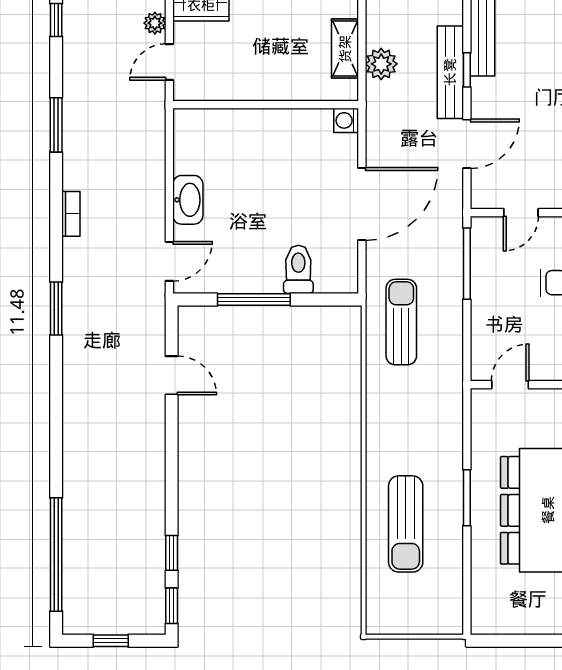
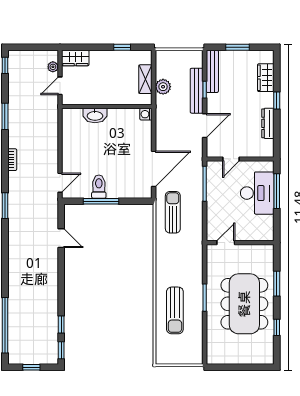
washbasin: (188, 200) -> (95, 116), moved, turned 90
door: (362, 204) -> (154, 169), moved
toilet: (298, 269) -> (99, 187), moved

